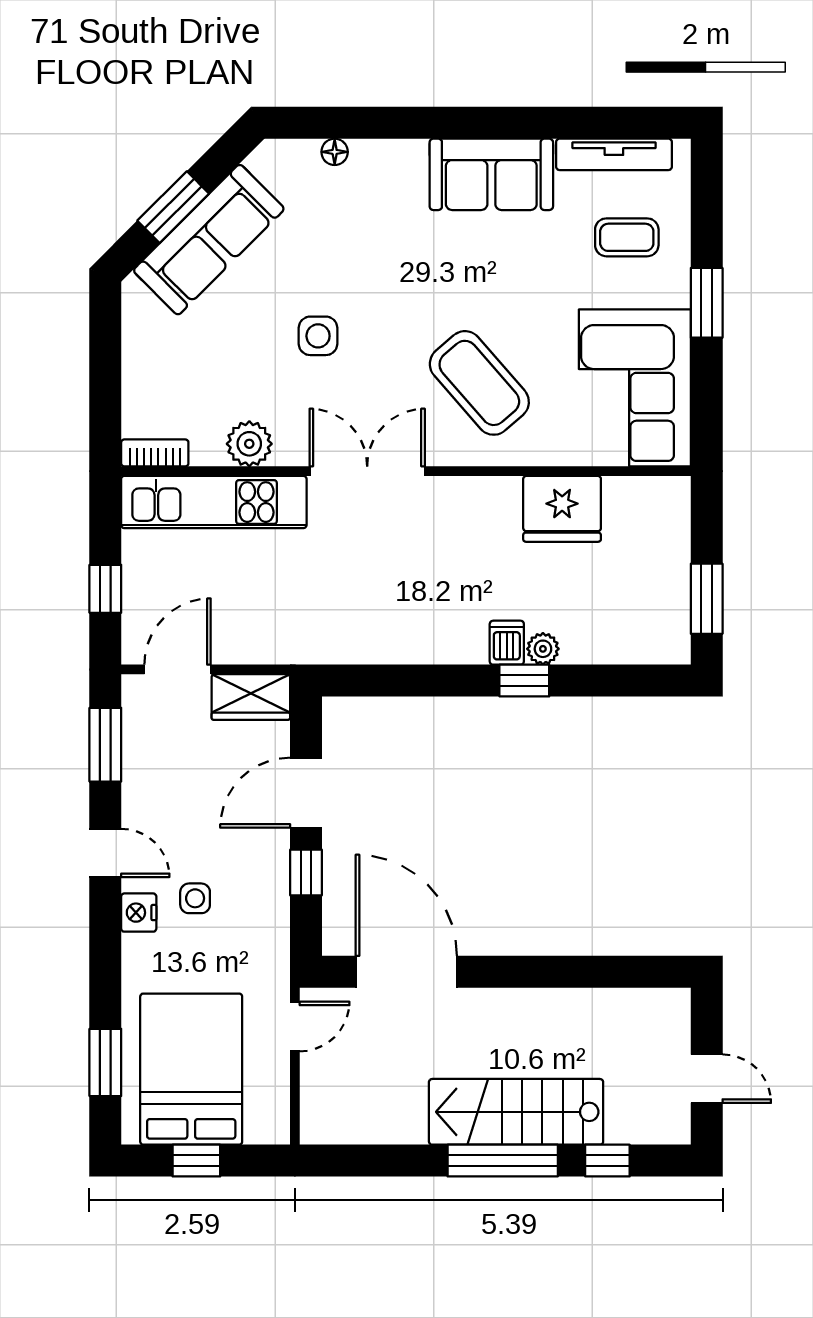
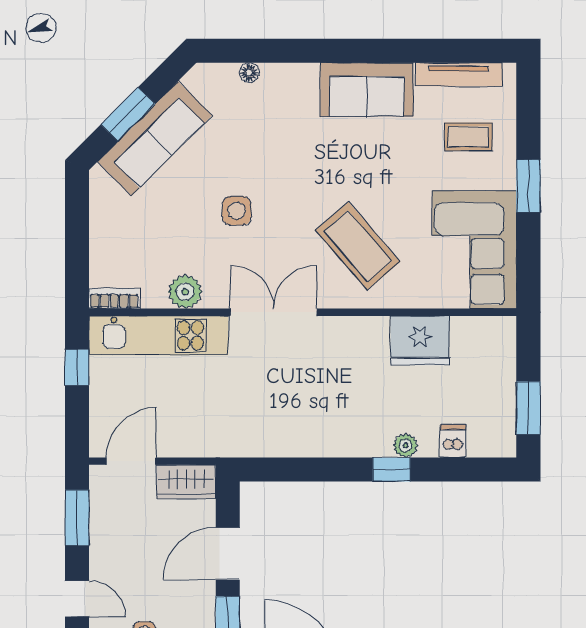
window: (105, 589) -> (77, 367), moved
dishwasher: (507, 643) -> (453, 441), moved

